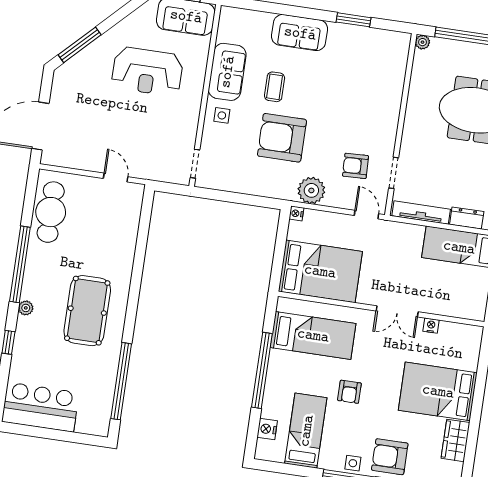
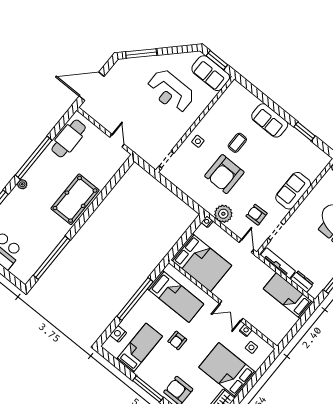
sofa: (227, 72) -> (293, 191), moved, turned 180
armchair: (282, 138) -> (224, 174), turned -90
pool table: (87, 311) -> (75, 199), moved
side table: (353, 463) -> (251, 347), moved

